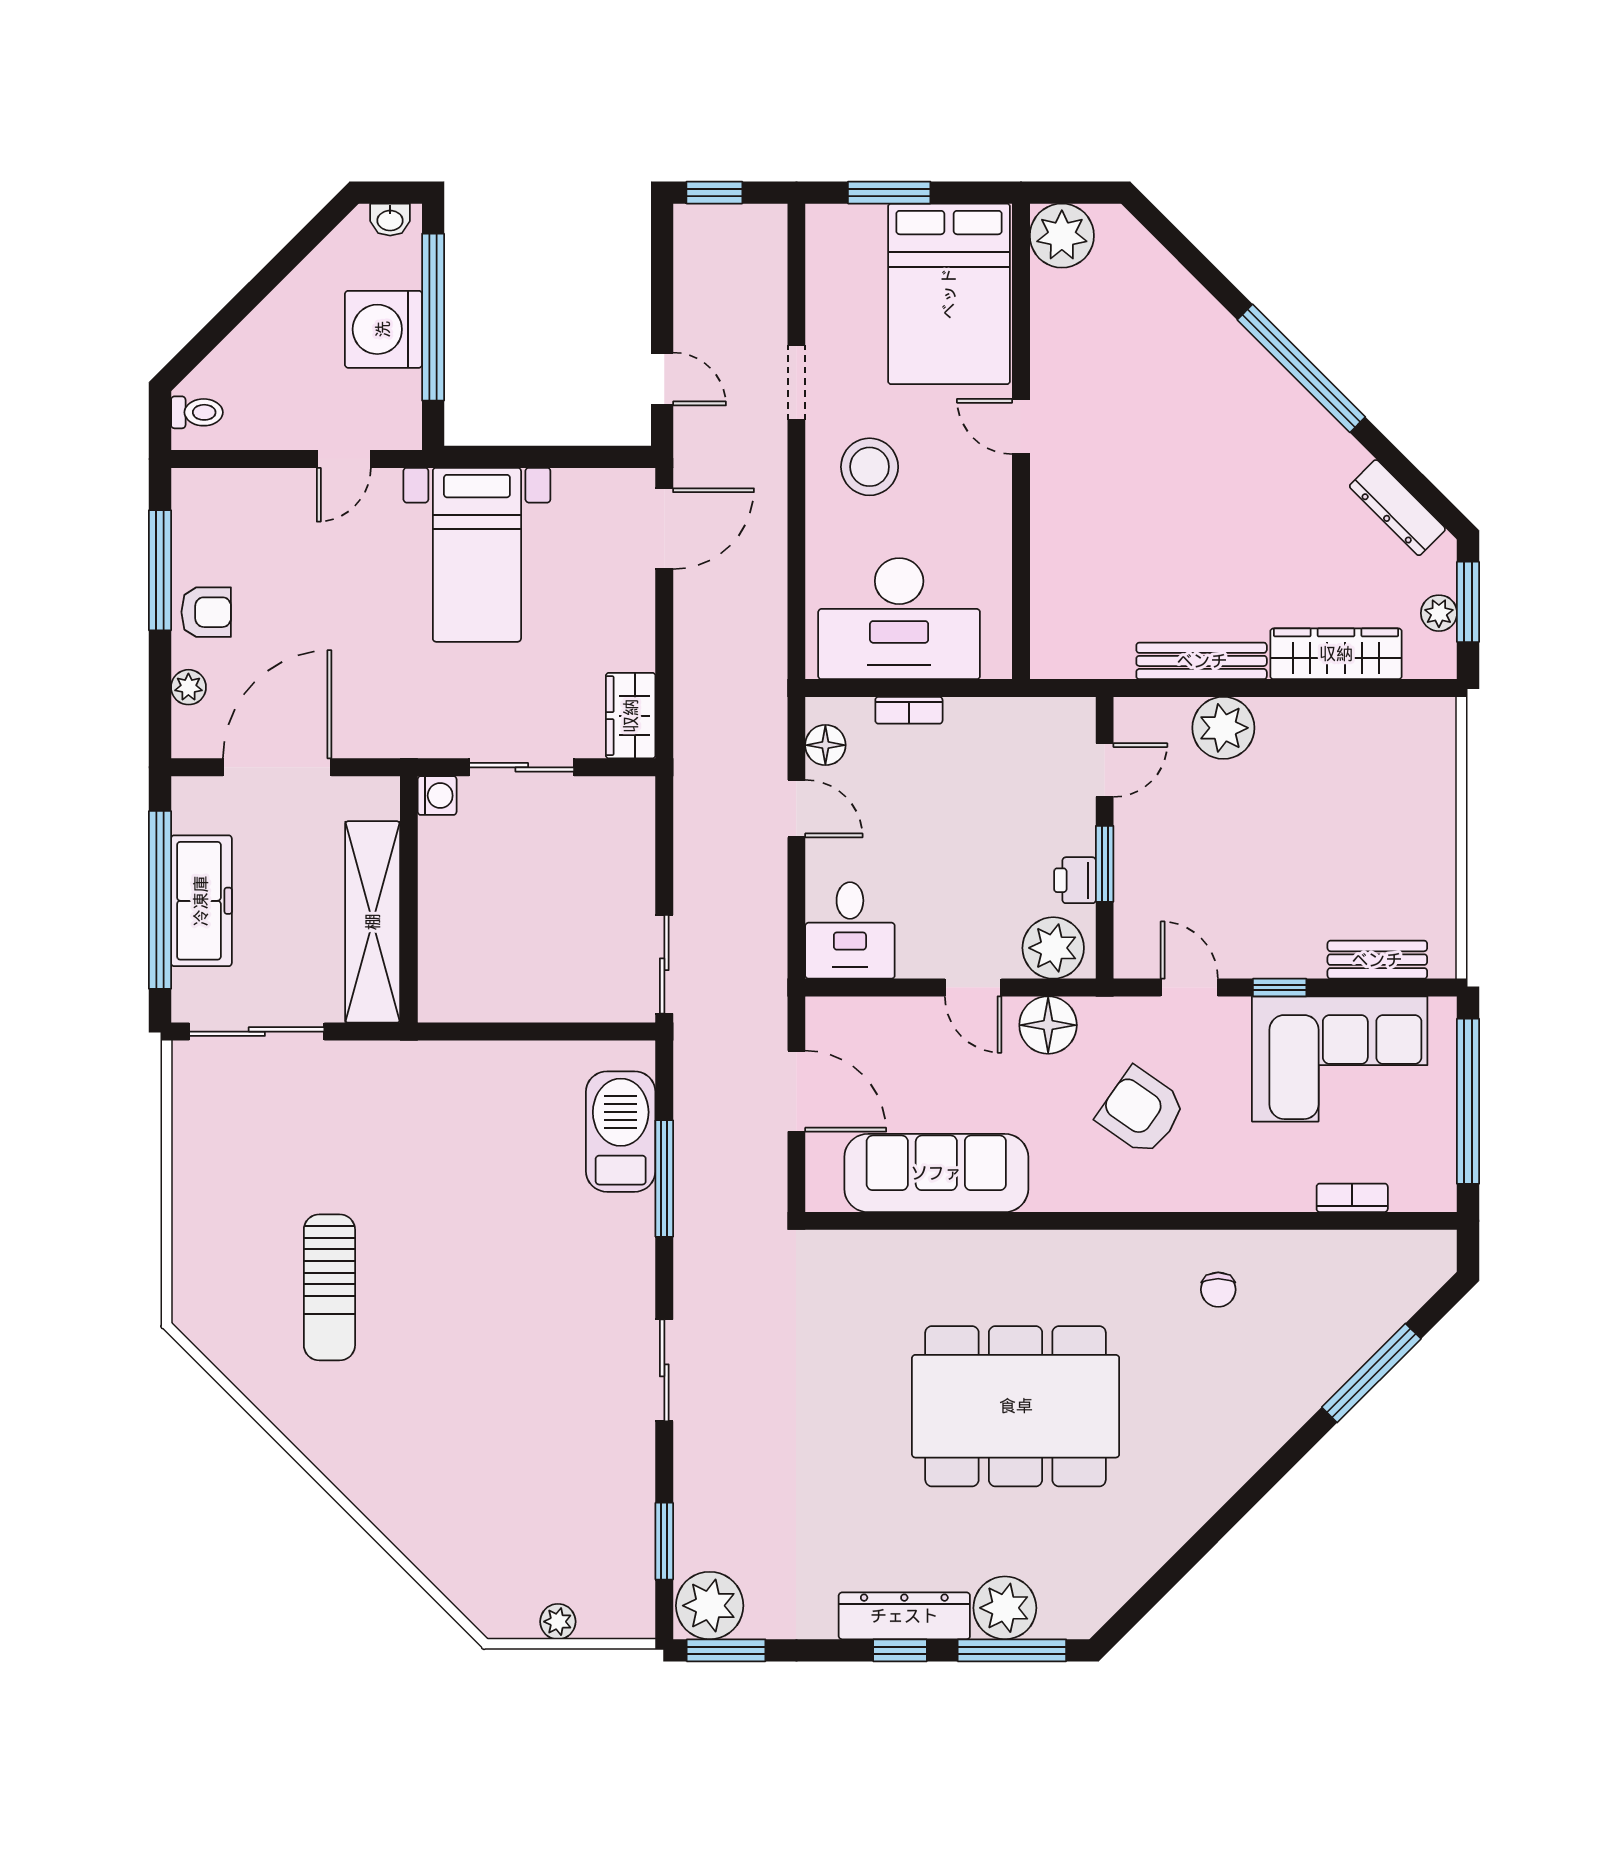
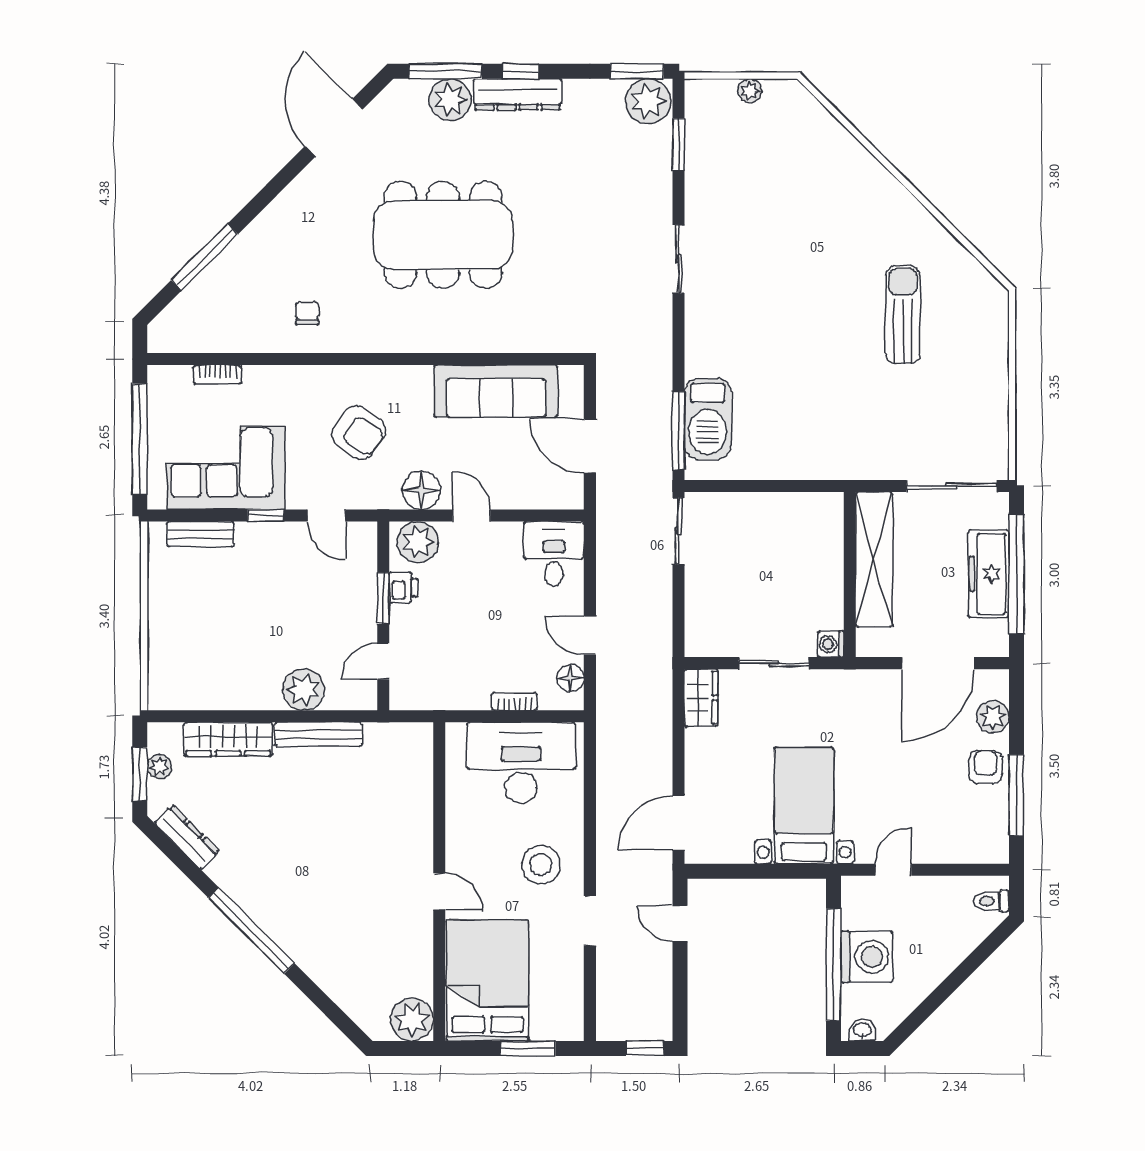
armchair: (206, 612) -> (986, 767), turned 90
plant: (188, 687) -> (993, 717), width x1.38, depth x1.38
window: (664, 1179) -> (678, 431), moved
door: (1178, 1566) -> (334, 128), added

